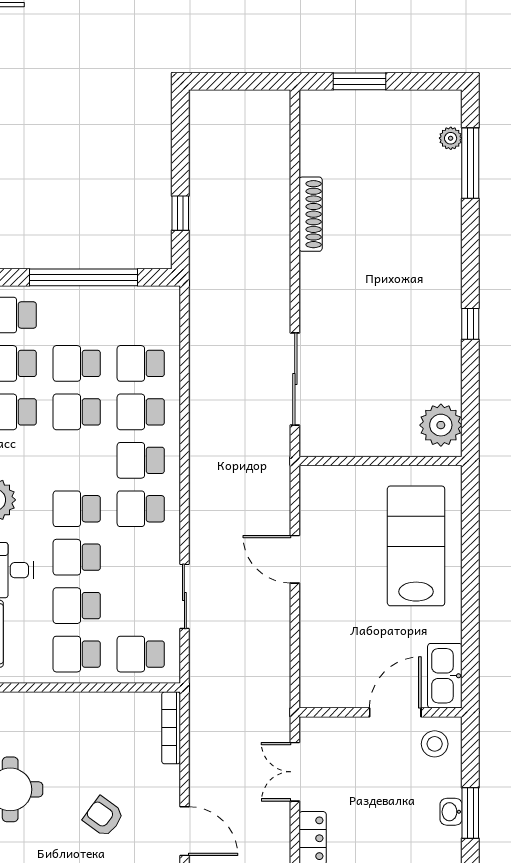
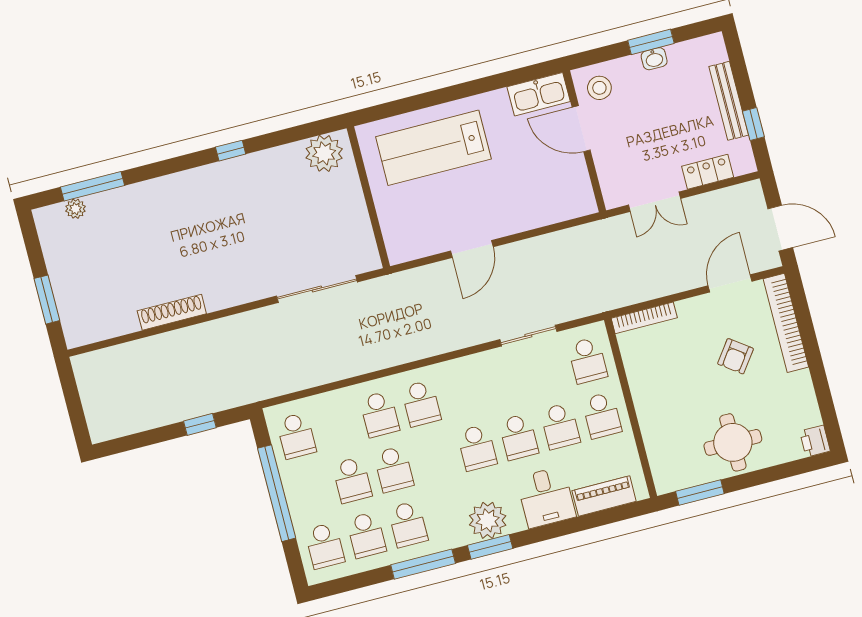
school desk: (141, 363) -> (296, 436), moved
school desk: (141, 509) -> (463, 393), removed

